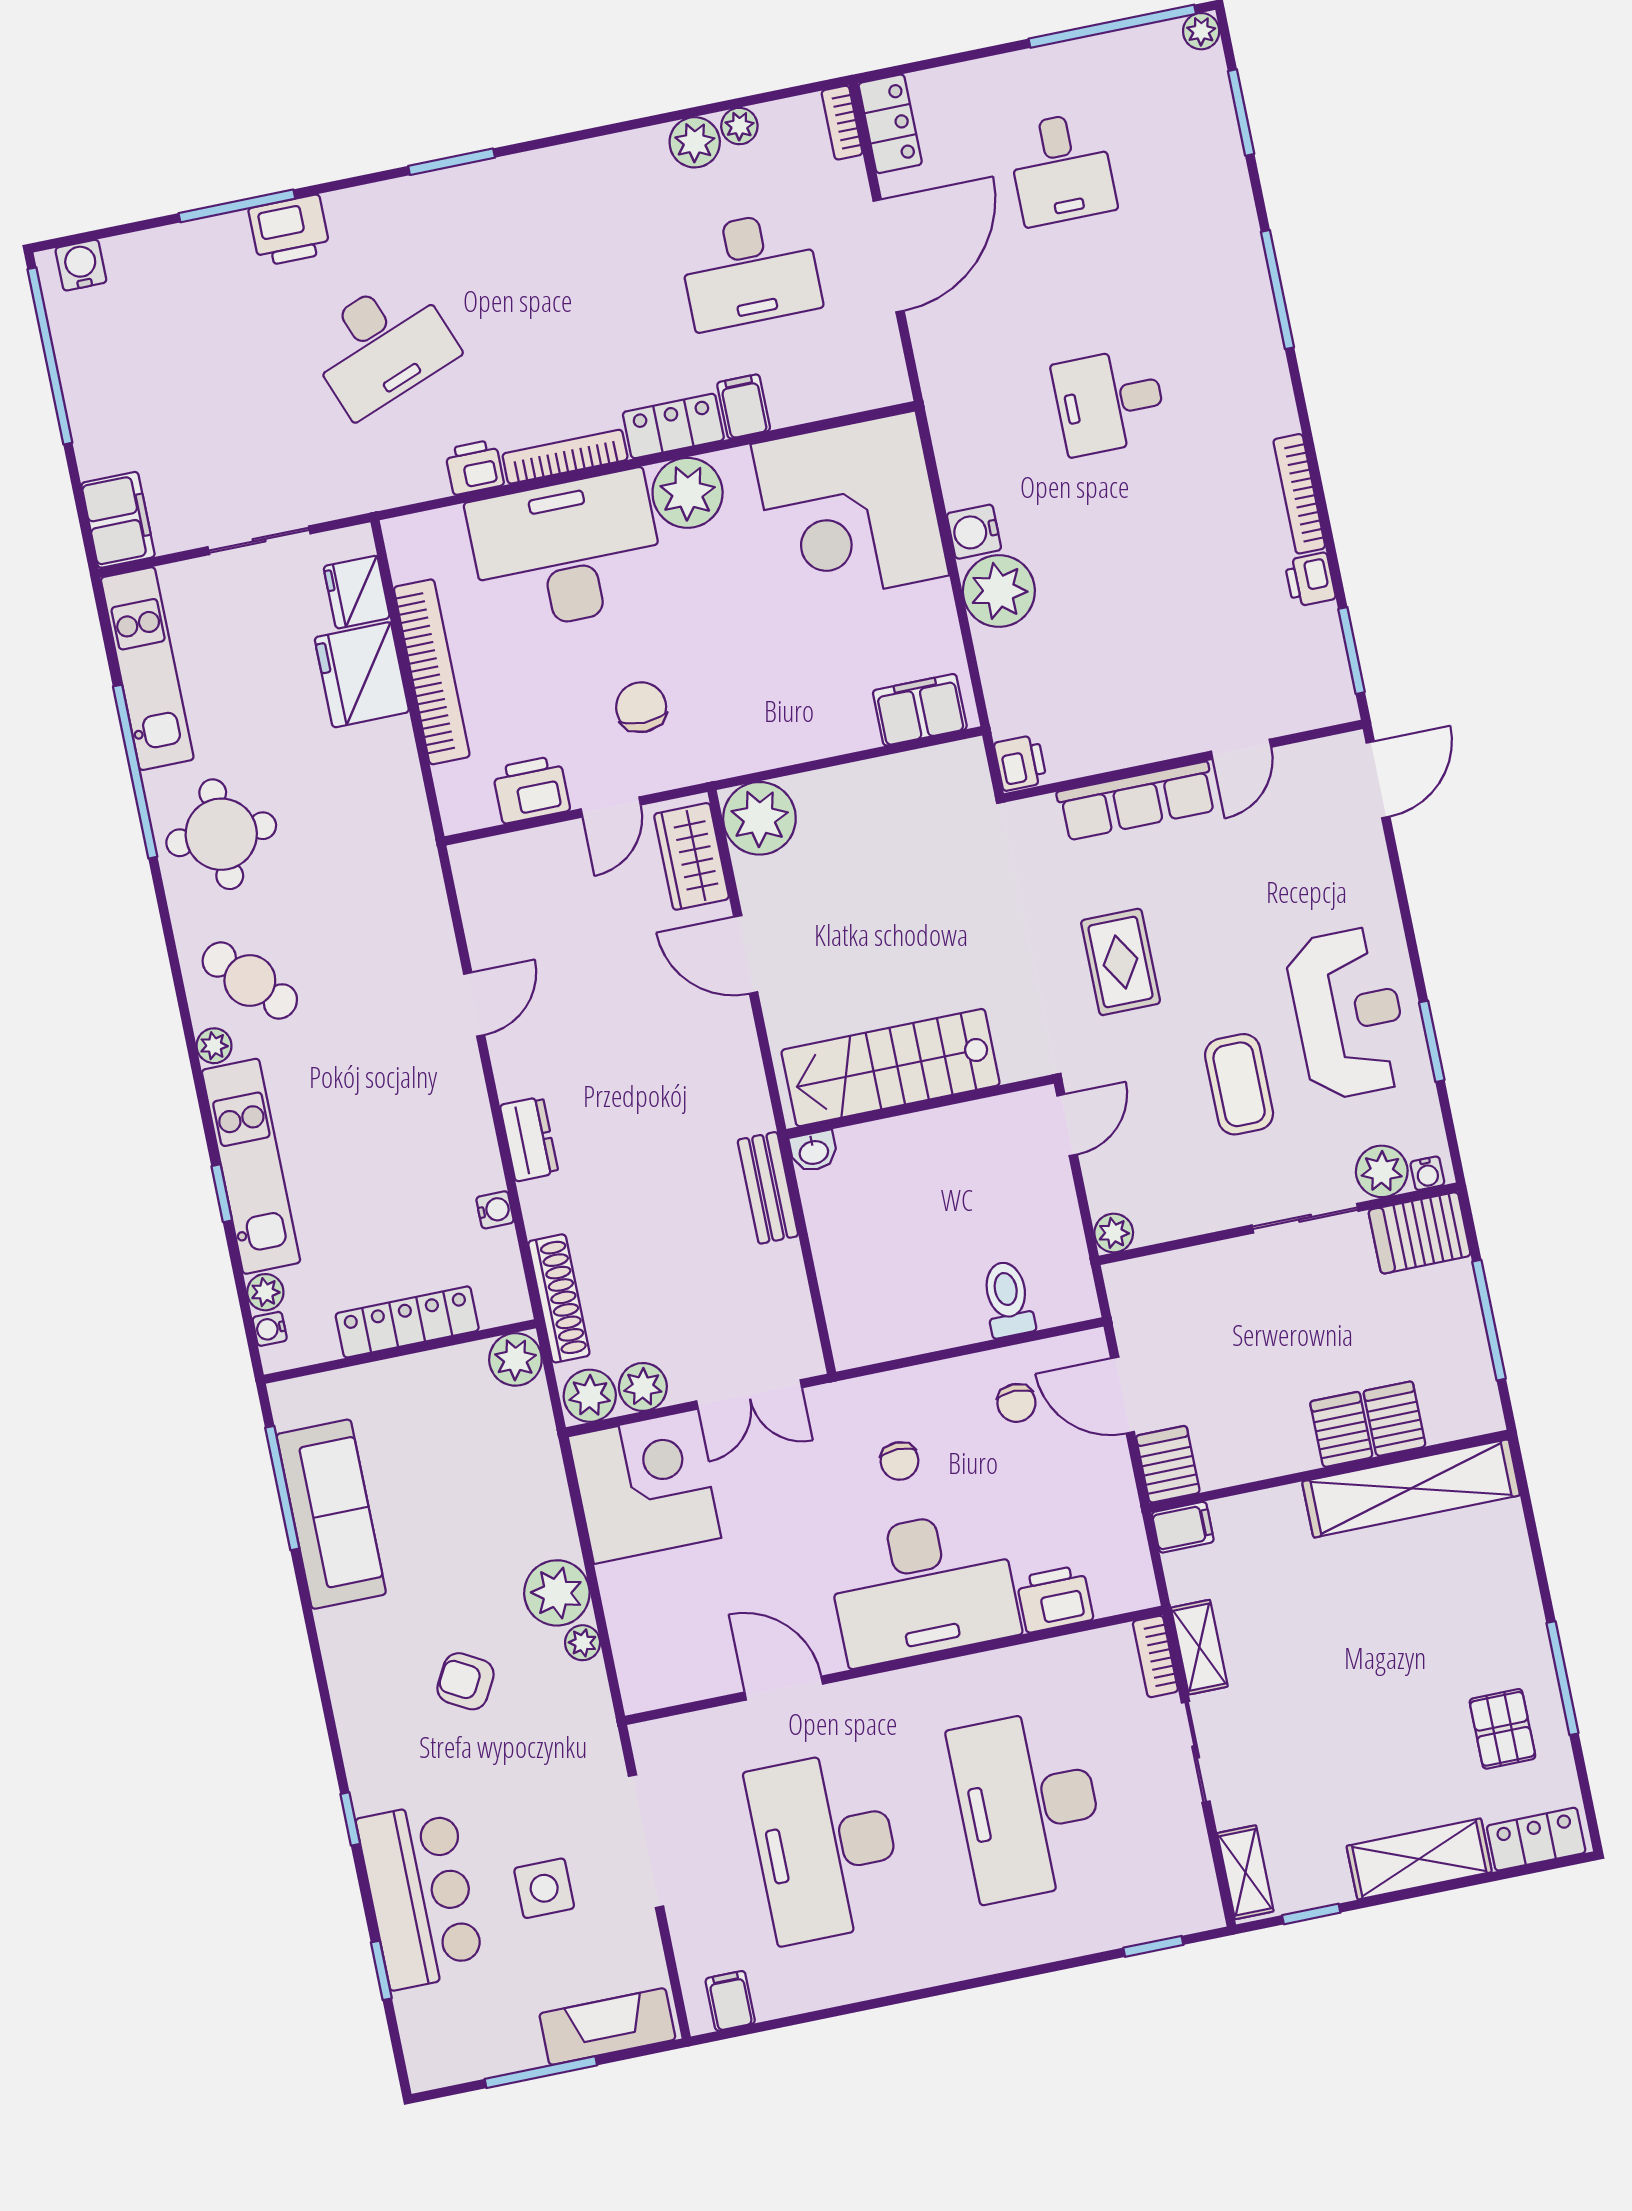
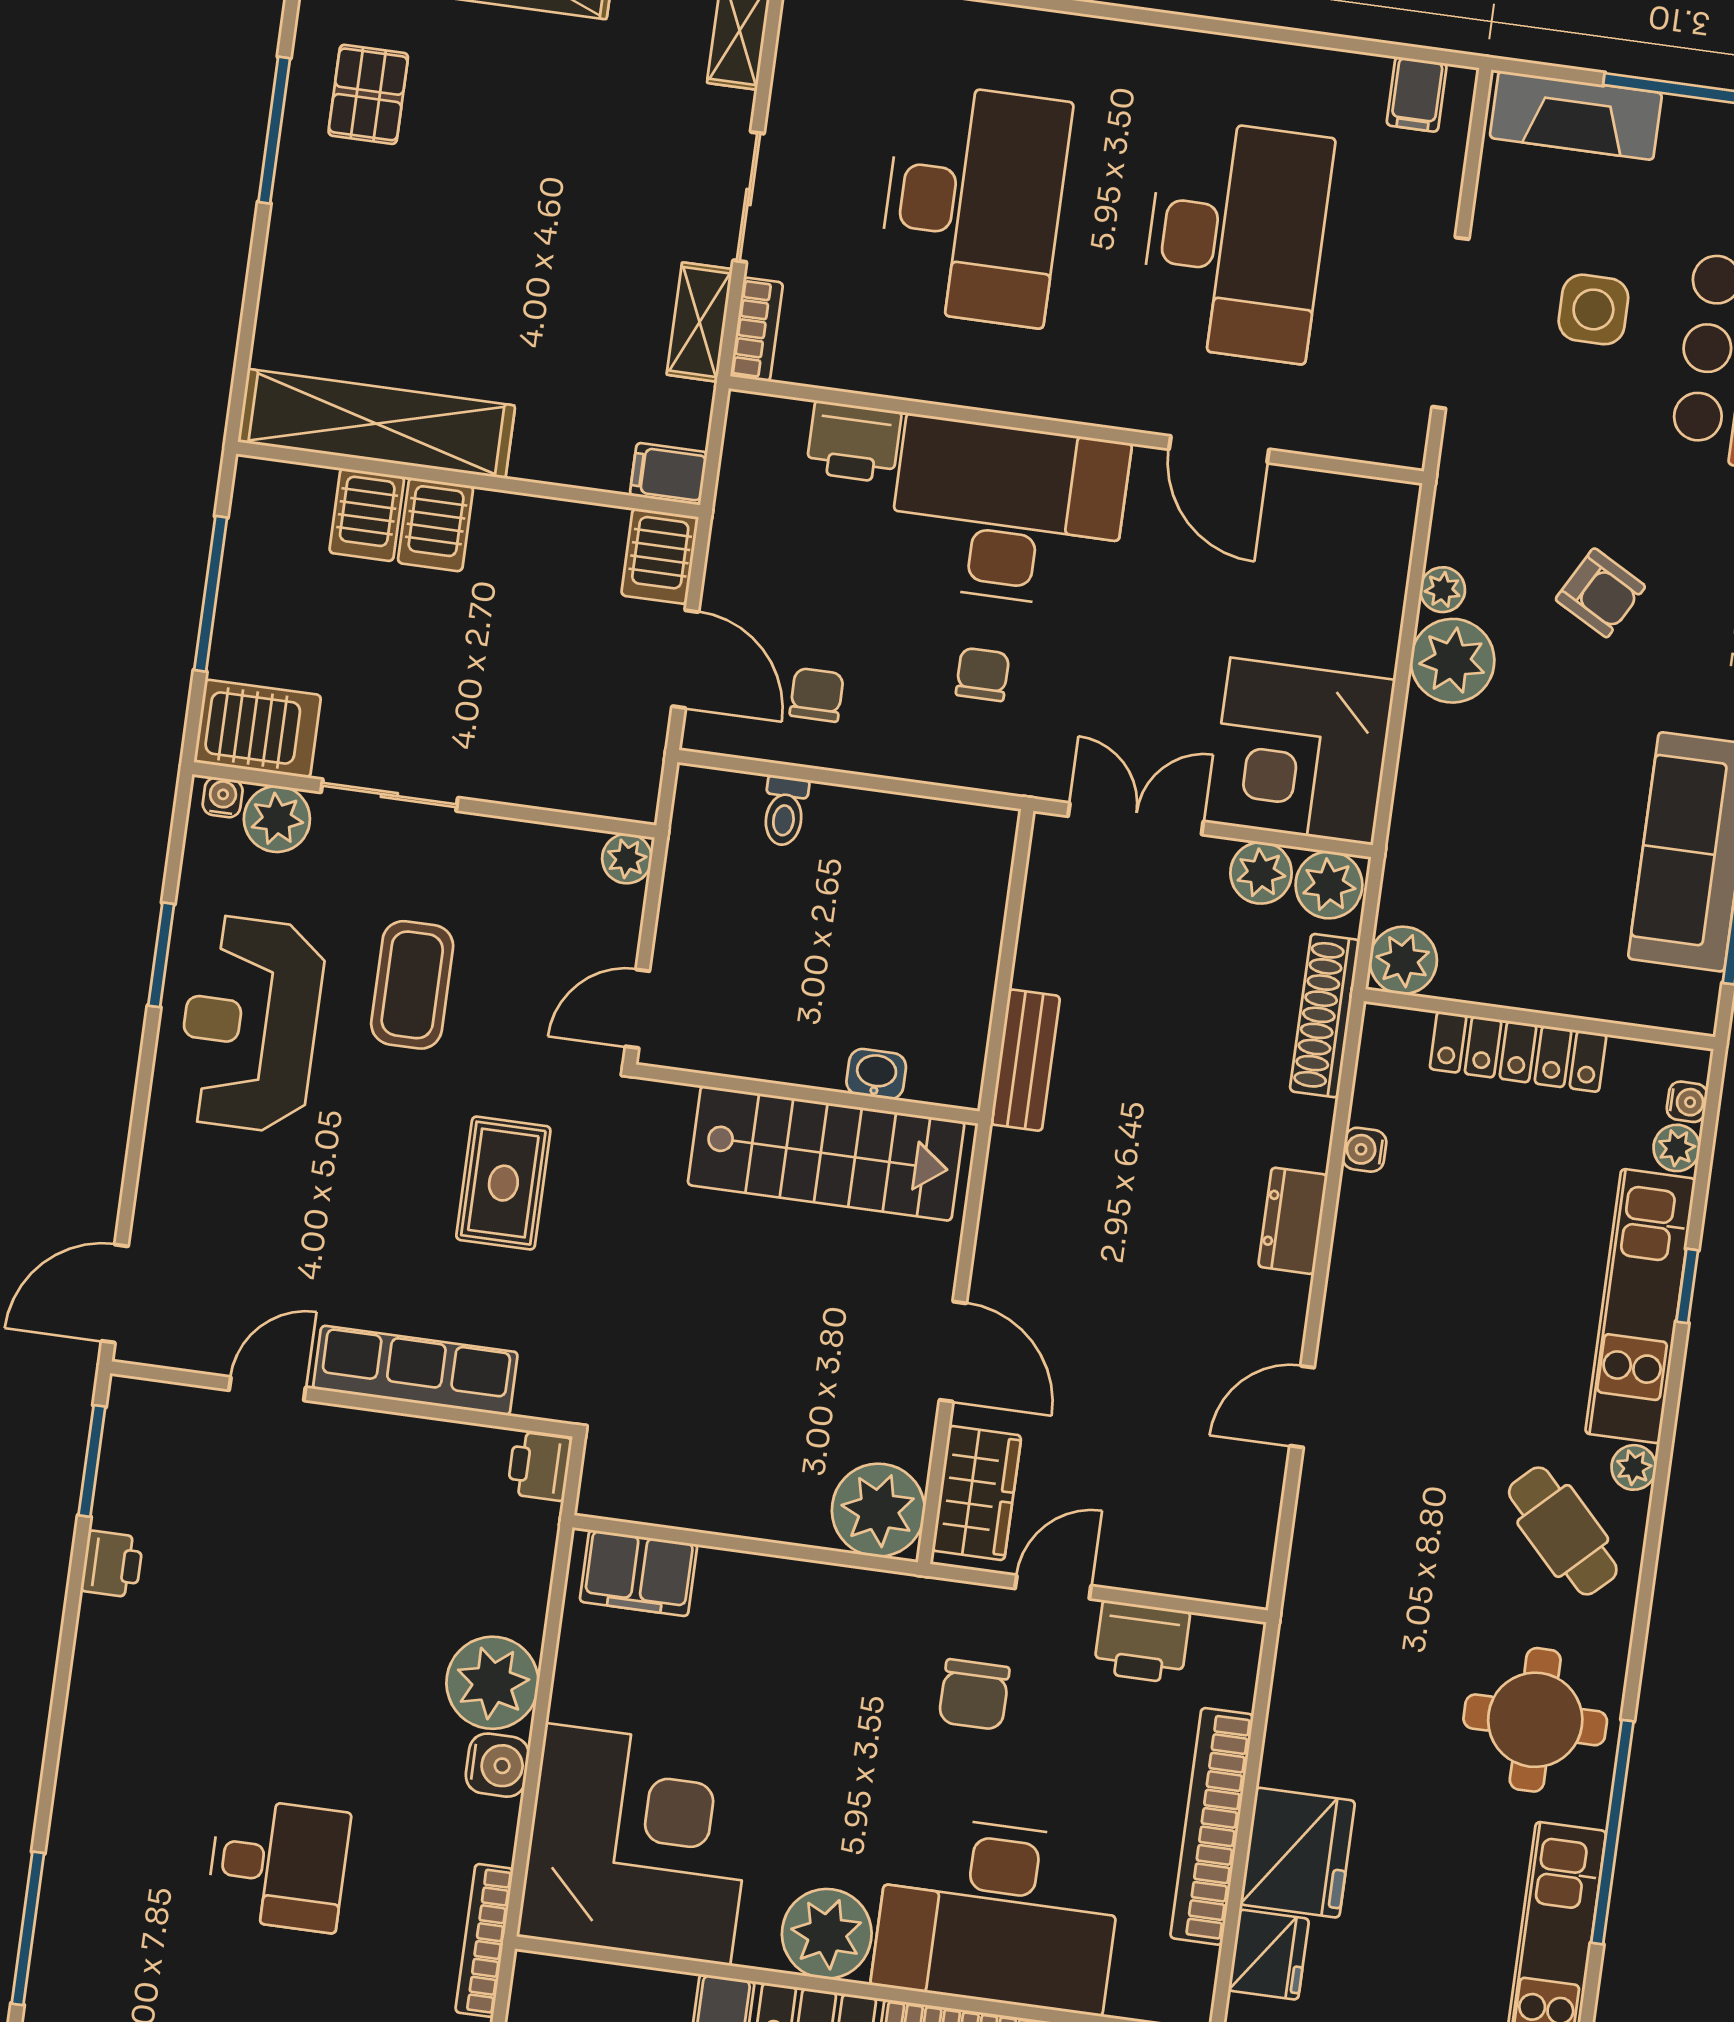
bookcase: (1299, 494) -> (484, 1940), moved, turned 180
washbasin: (814, 1151) -> (876, 1074), moved
toilet: (1008, 1299) -> (785, 811), width x0.73, depth x0.72

